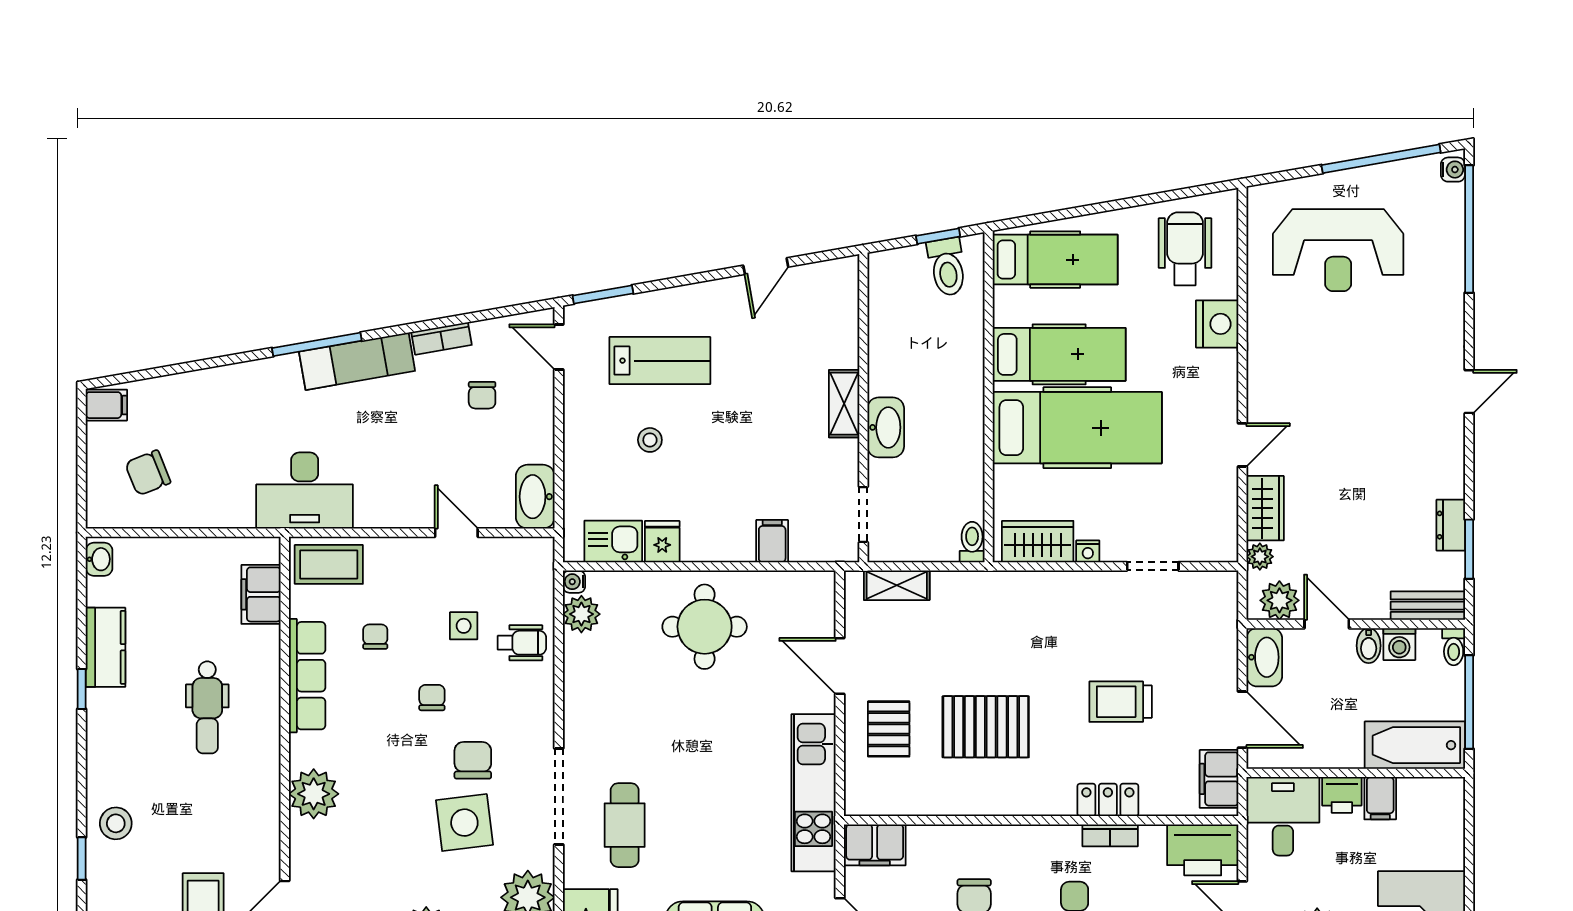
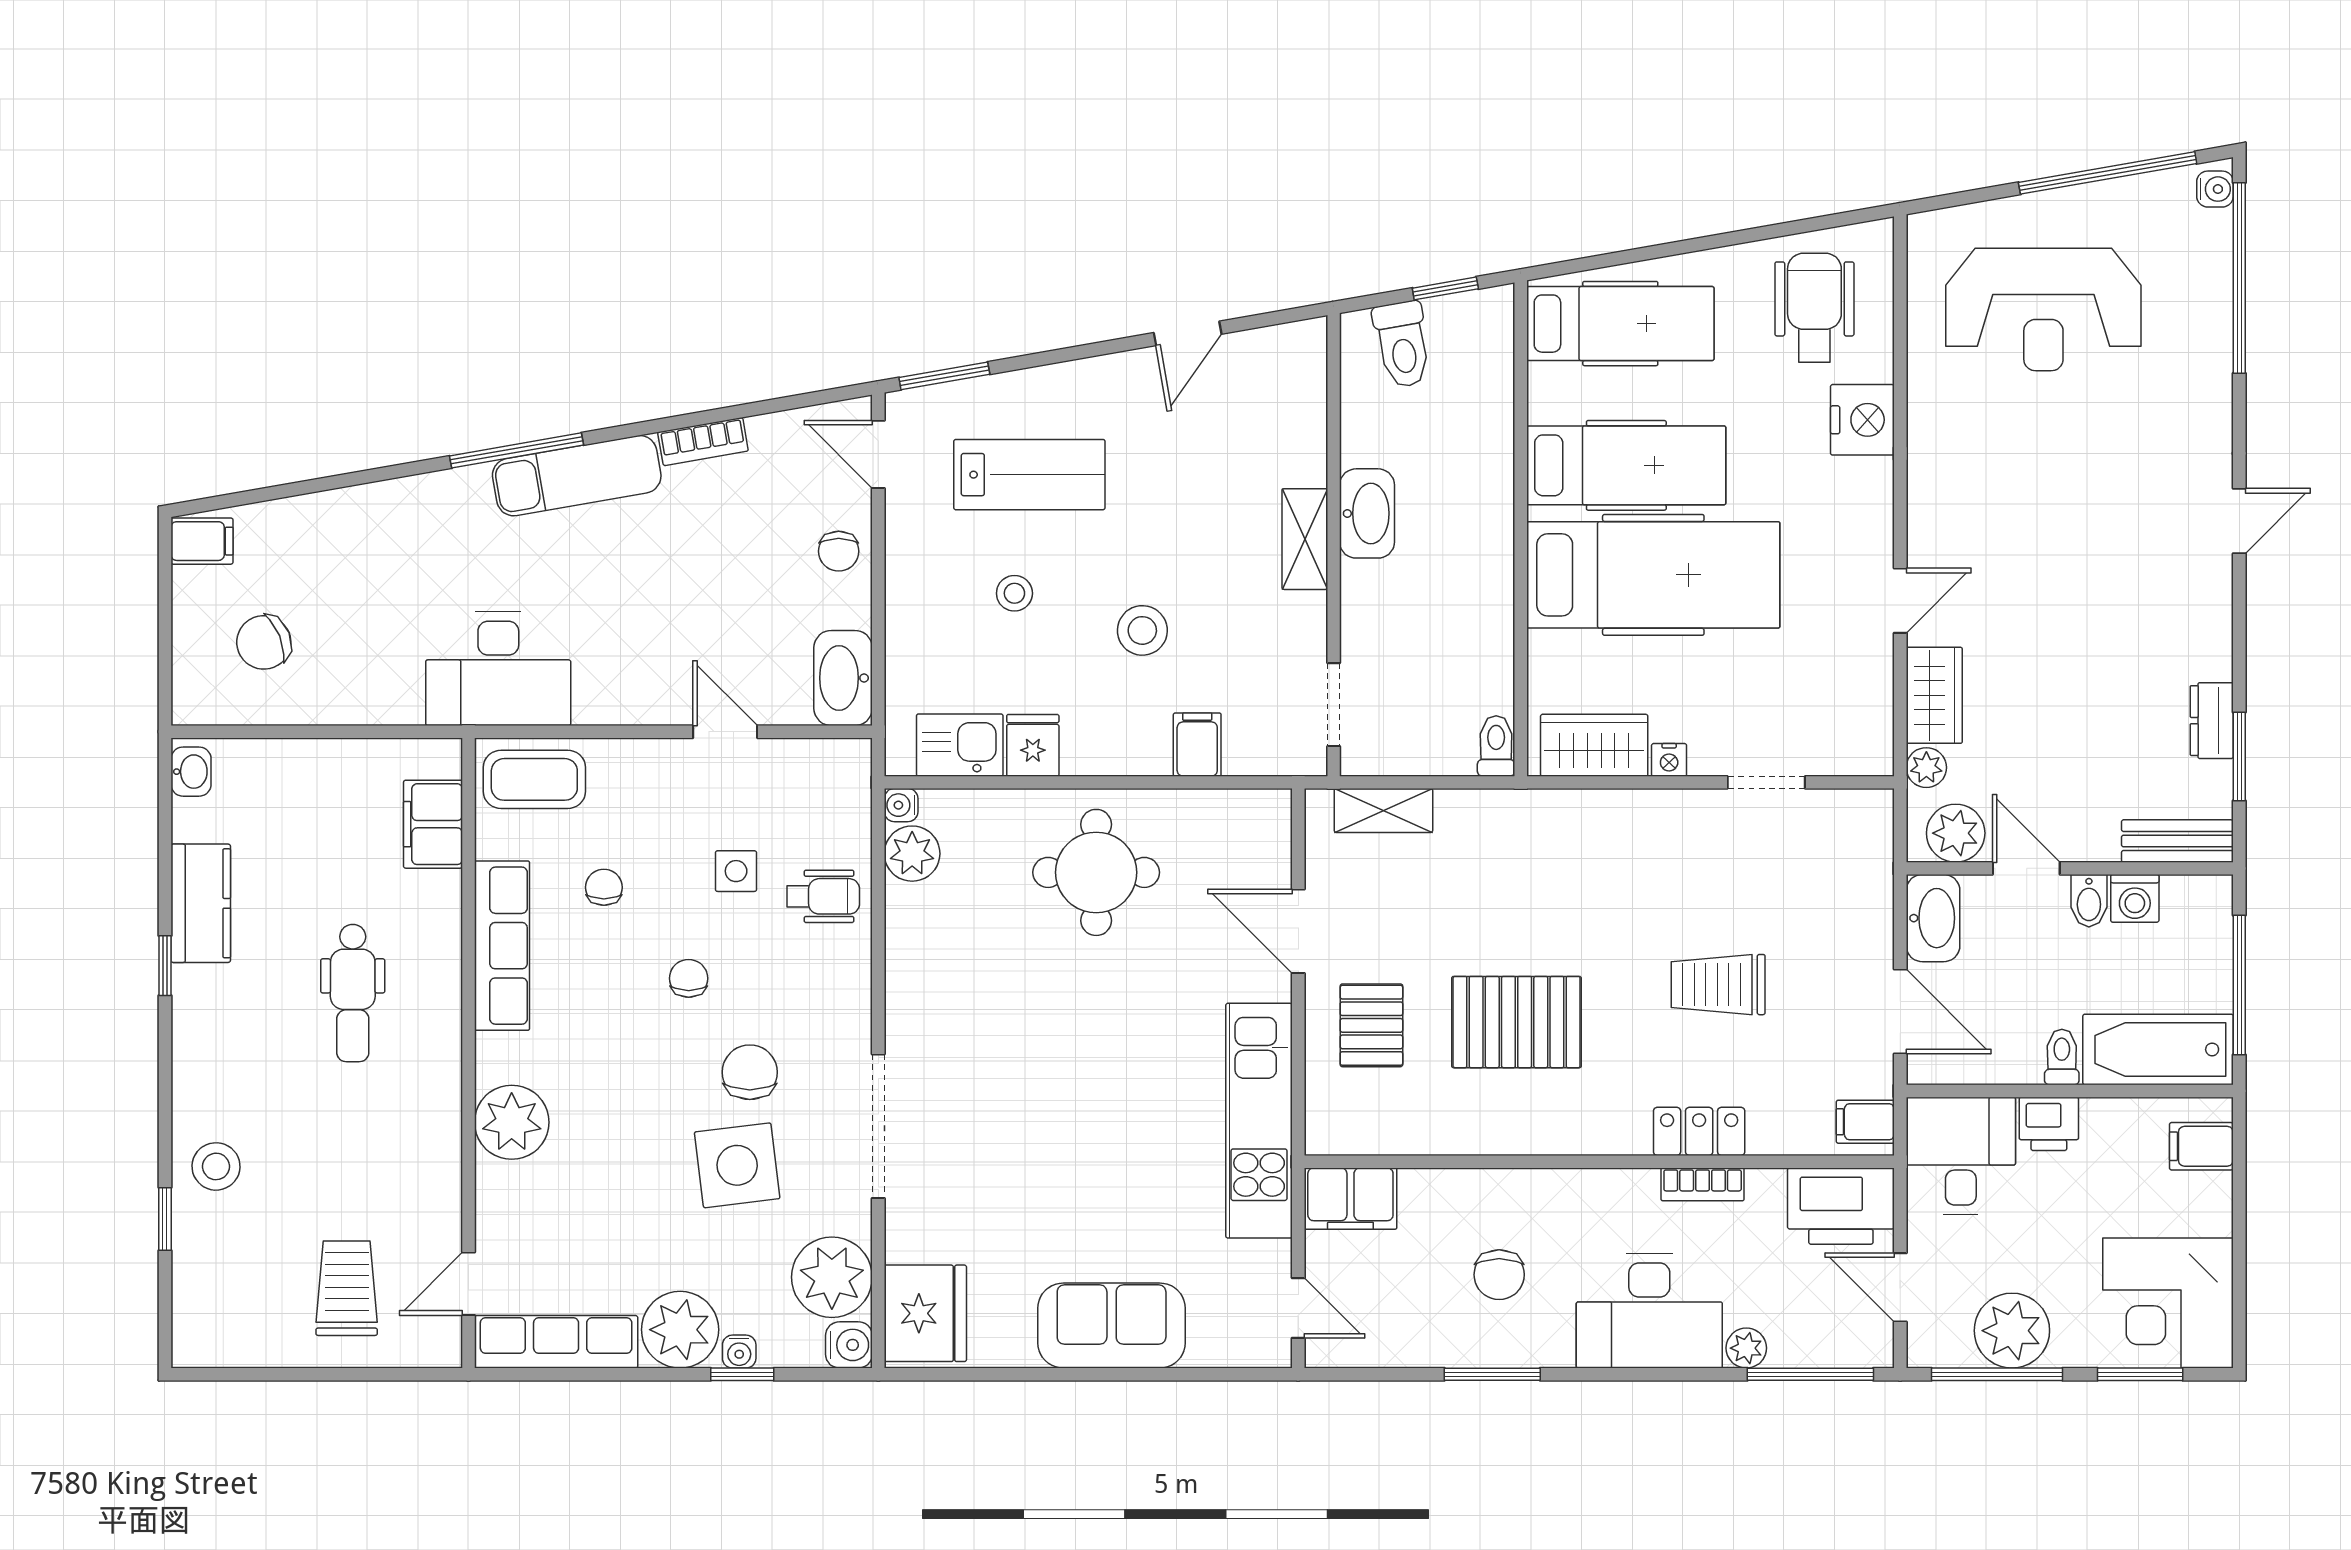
toilet: (947, 267) -> (1402, 344), moved
chair: (482, 395) -> (839, 551), moved
washbasin: (886, 427) -> (1367, 513), moved
stool: (735, 465) -> (1142, 630), added
toilet: (1454, 647) -> (2062, 1057), moved, turned 180
filing cabinet: (1219, 779) -> (1865, 1122), width x0.50
filing cabinet: (1380, 798) -> (2201, 1146), moved, turned 90
cafe table: (625, 825) -> (977, 1169), removed

